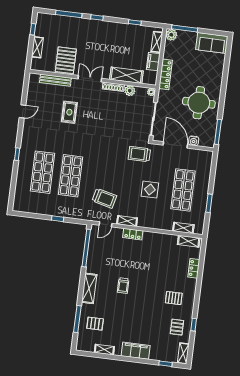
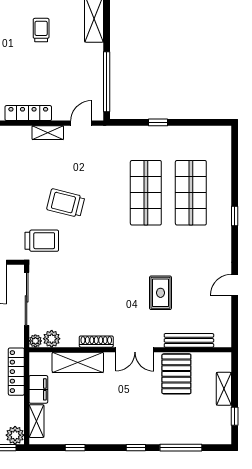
plant: (130, 91) -> (52, 339), moved
display table: (150, 190) -> (18, 187), removed
trolley: (104, 198) -> (66, 203), moved
locker: (133, 234) -> (28, 113), width x1.53

